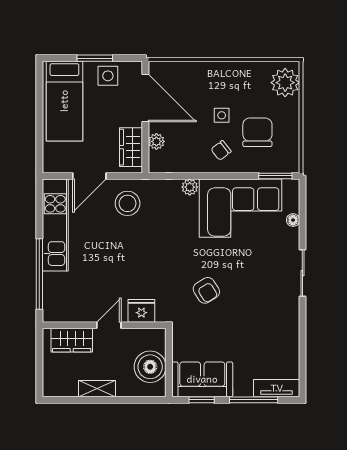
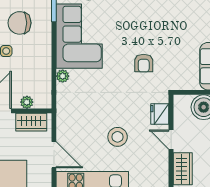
chair: (221, 150) -> (34, 51), removed
stool: (128, 203) -> (118, 137), moved
armchair: (206, 290) -> (144, 63), turned 122

